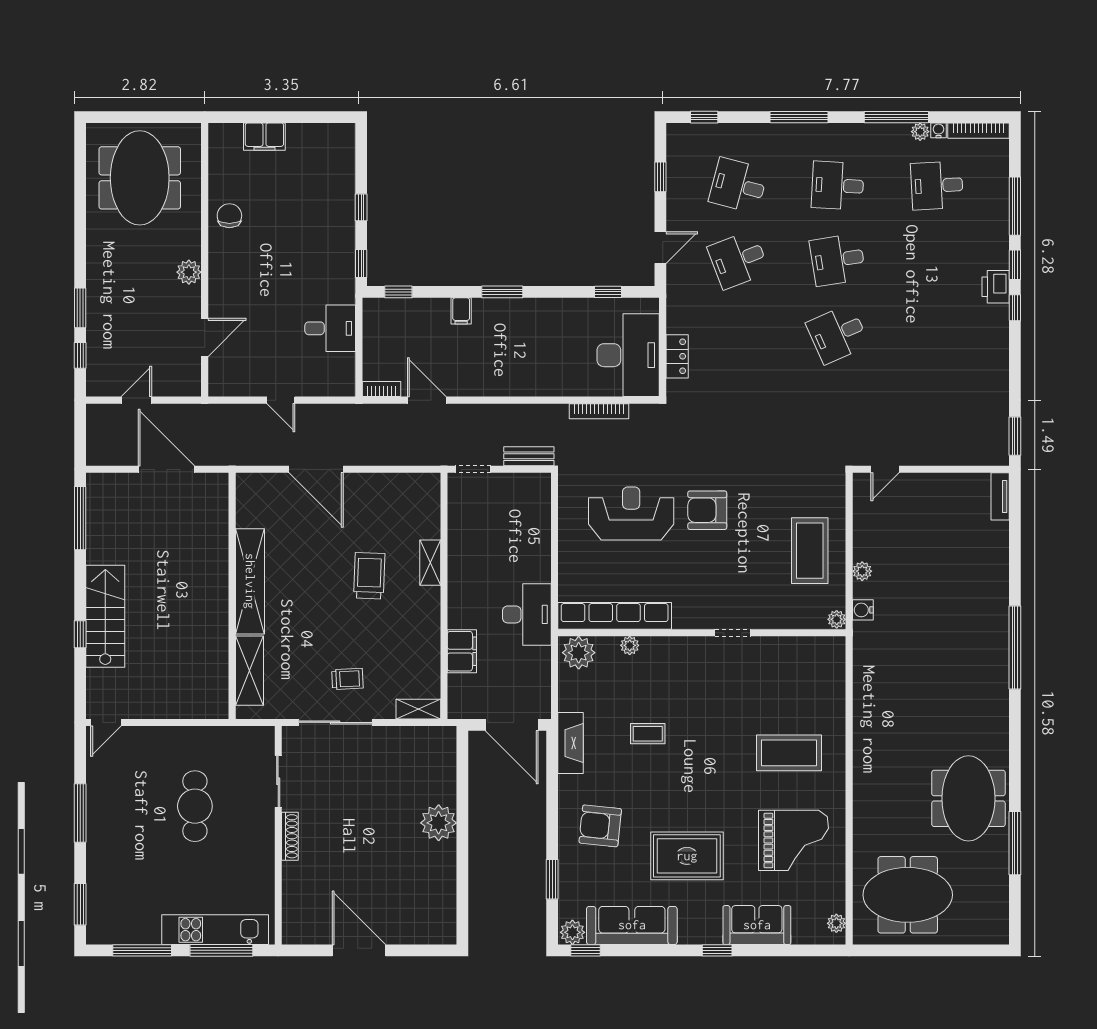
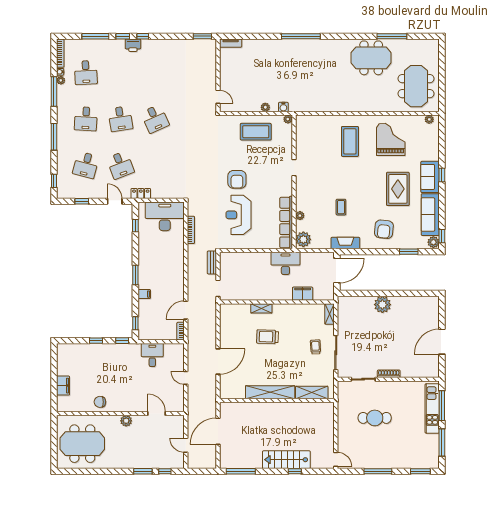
locker: (677, 356) -> (141, 193), moved
door: (281, 400) -> (186, 378), swing flipped
sofa: (757, 925) -> (430, 177), moved

